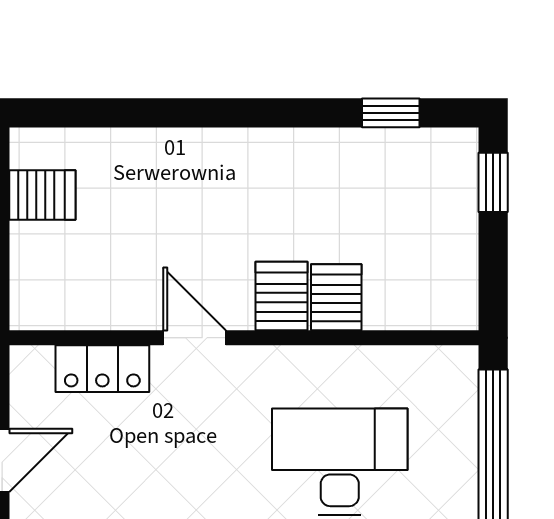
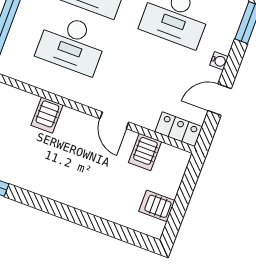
server rack: (281, 296) -> (145, 152), moved
locker: (102, 369) -> (179, 129), moved

